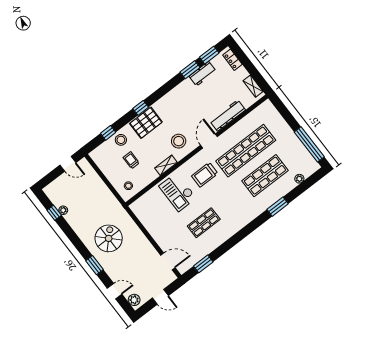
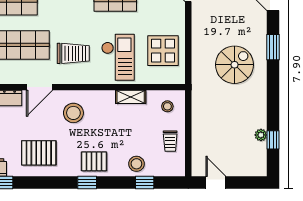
pallet: (181, 104) -> (39, 153), added
pallet: (146, 123) -> (94, 161), width x0.67, depth x0.71
trolley: (131, 160) -> (170, 141), moved
shelving: (166, 165) -> (131, 97), moved
display table: (155, 215) -> (163, 51), added
spiral stairs: (109, 238) -> (235, 65), turned 180

